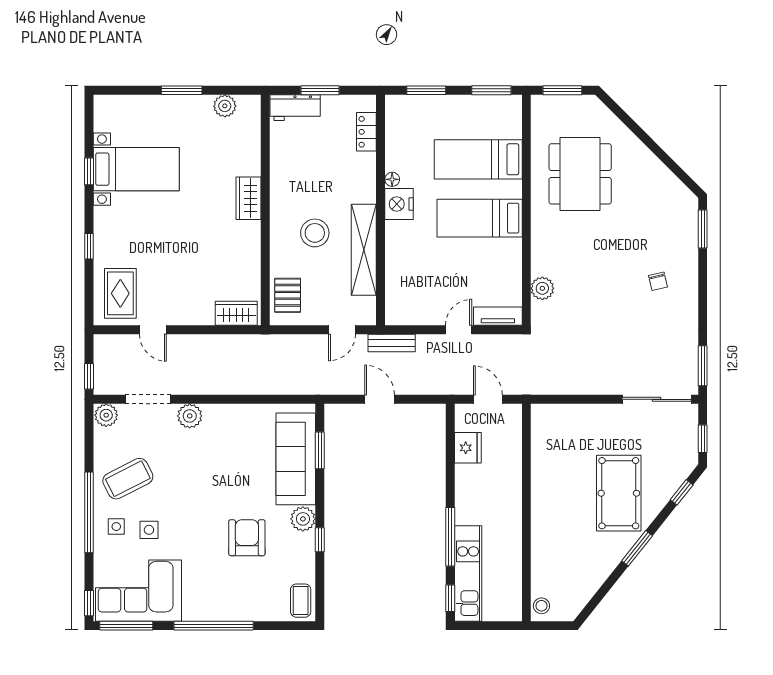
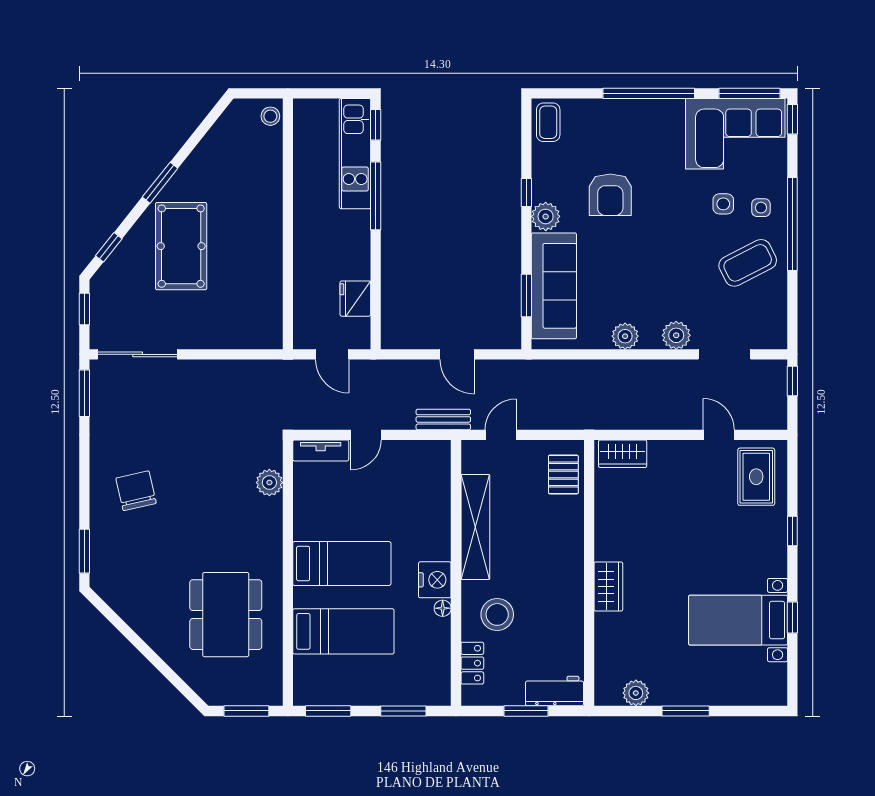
stool: (315, 233) -> (497, 614), moved
chair: (658, 281) -> (136, 491), width x1.87, depth x1.87
plant: (106, 415) -> (625, 336), moved

